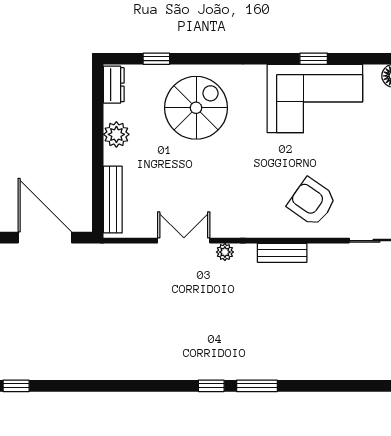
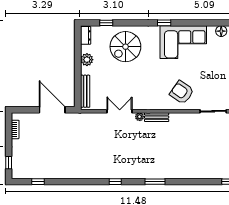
window: (314, 59) -> (164, 23), moved
spiral stairs: (196, 108) -> (125, 47), turned 180
bench: (282, 253) -> (157, 117), moved
window: (211, 386) -> (115, 182), moved

